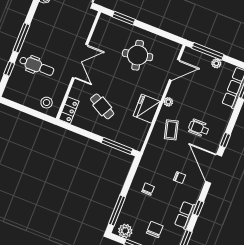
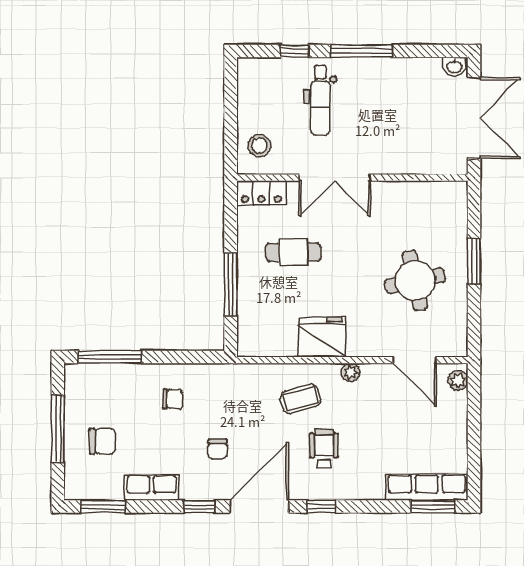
window: (124, 18) -> (474, 261), moved
window: (208, 51) -> (474, 409), removed
double door: (80, 61) -> (335, 178), moved
plant: (216, 63) -> (458, 380), moved
cafe table: (102, 106) -> (293, 252), turned 62
window: (117, 146) -> (231, 284), moved
window: (198, 208) -> (199, 507), moved
plant: (125, 231) -> (78, 387), removed

